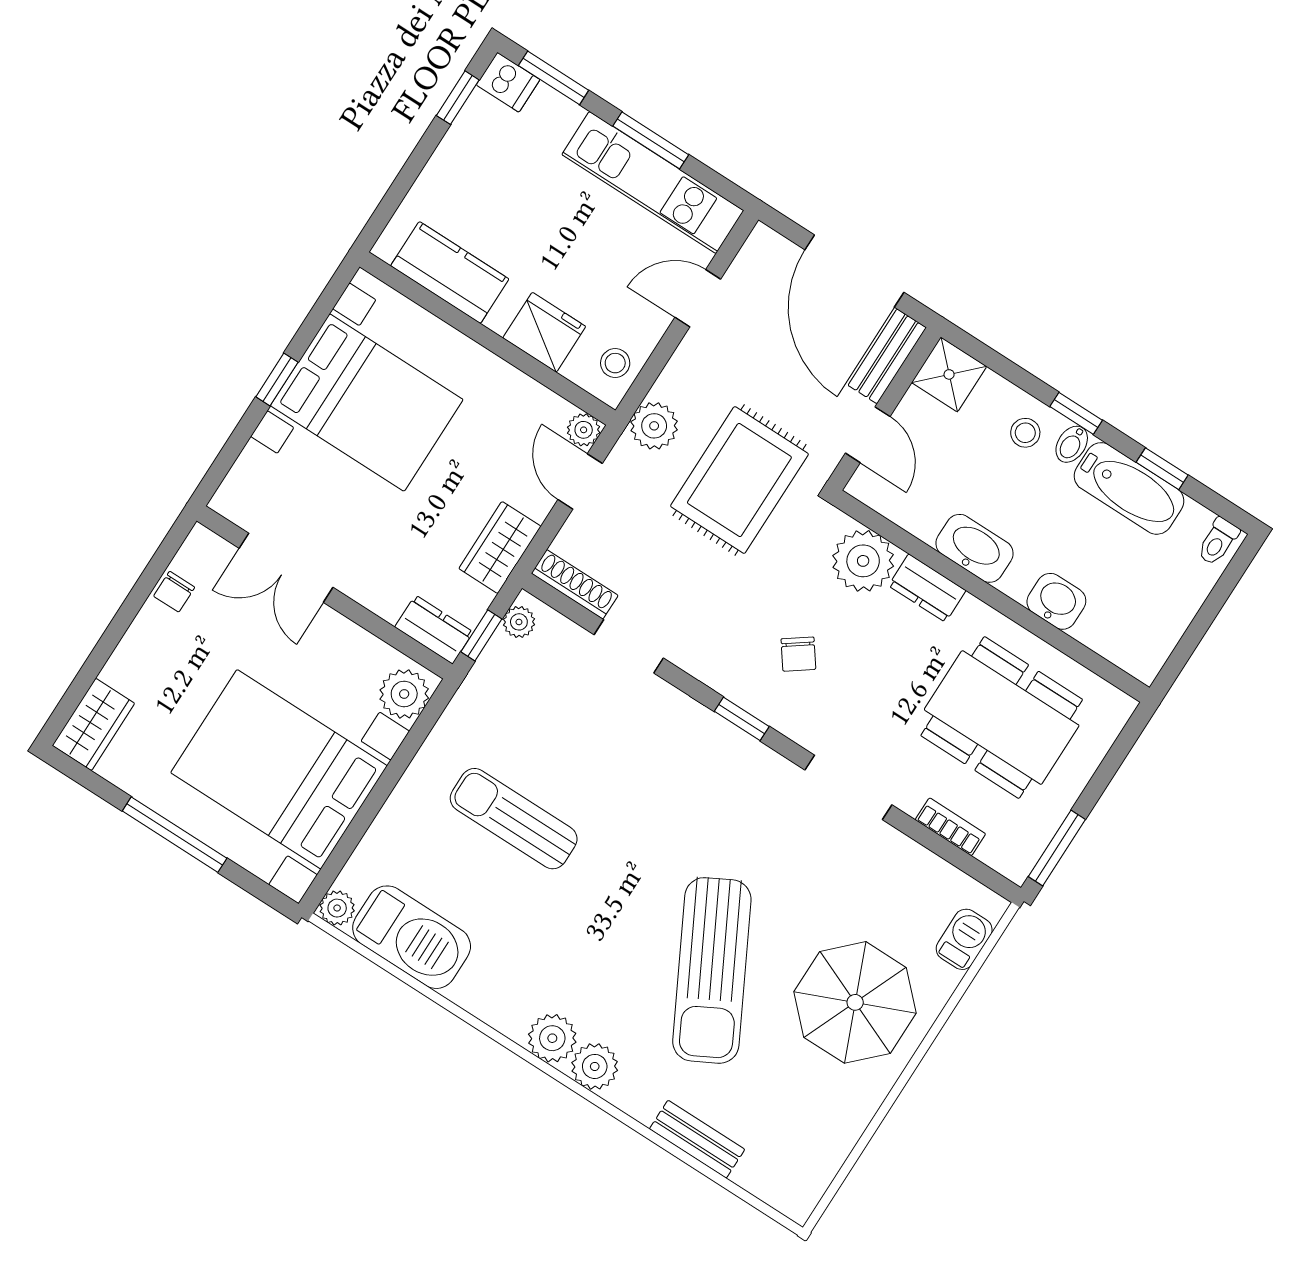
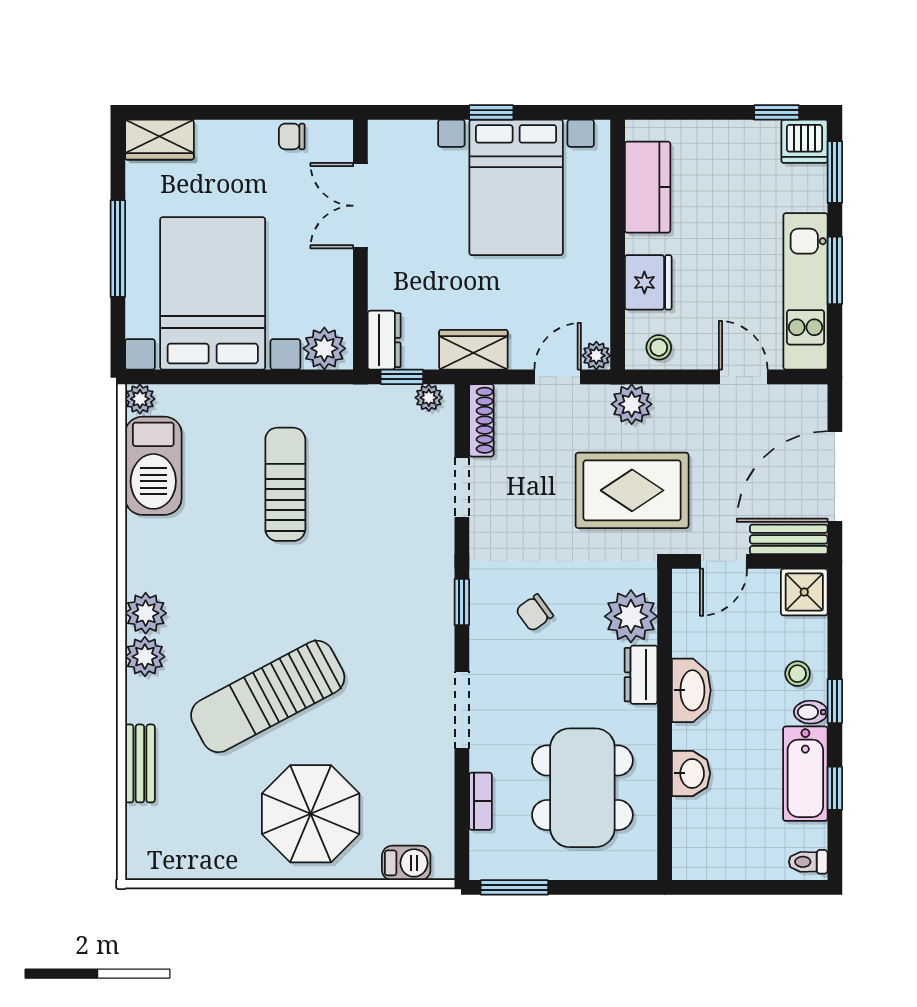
dishwasher: (508, 82) -> (804, 141), width x1.38

